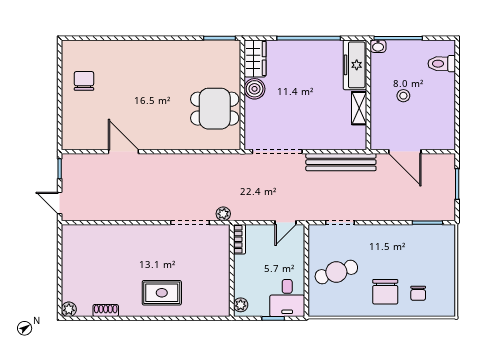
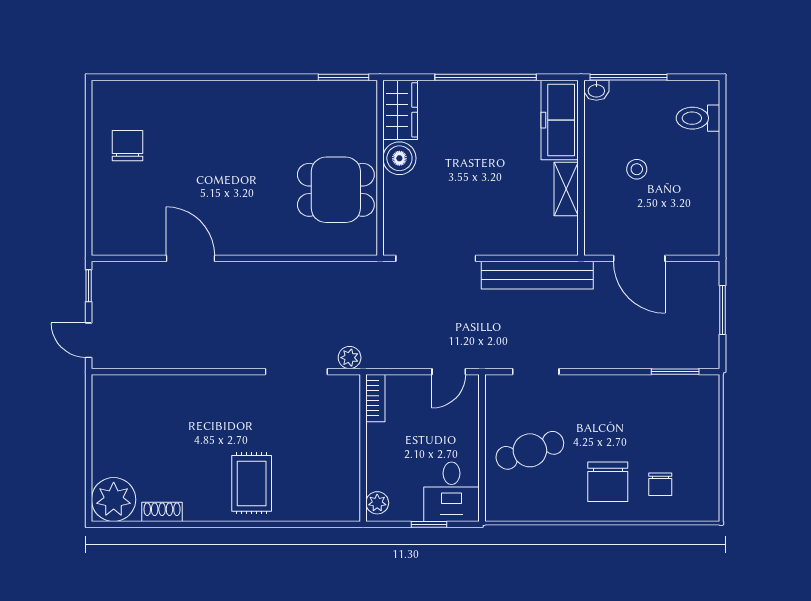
rug: (162, 293) -> (252, 483), turned 90
plant: (69, 309) -> (114, 500), width x1.88, depth x1.88

